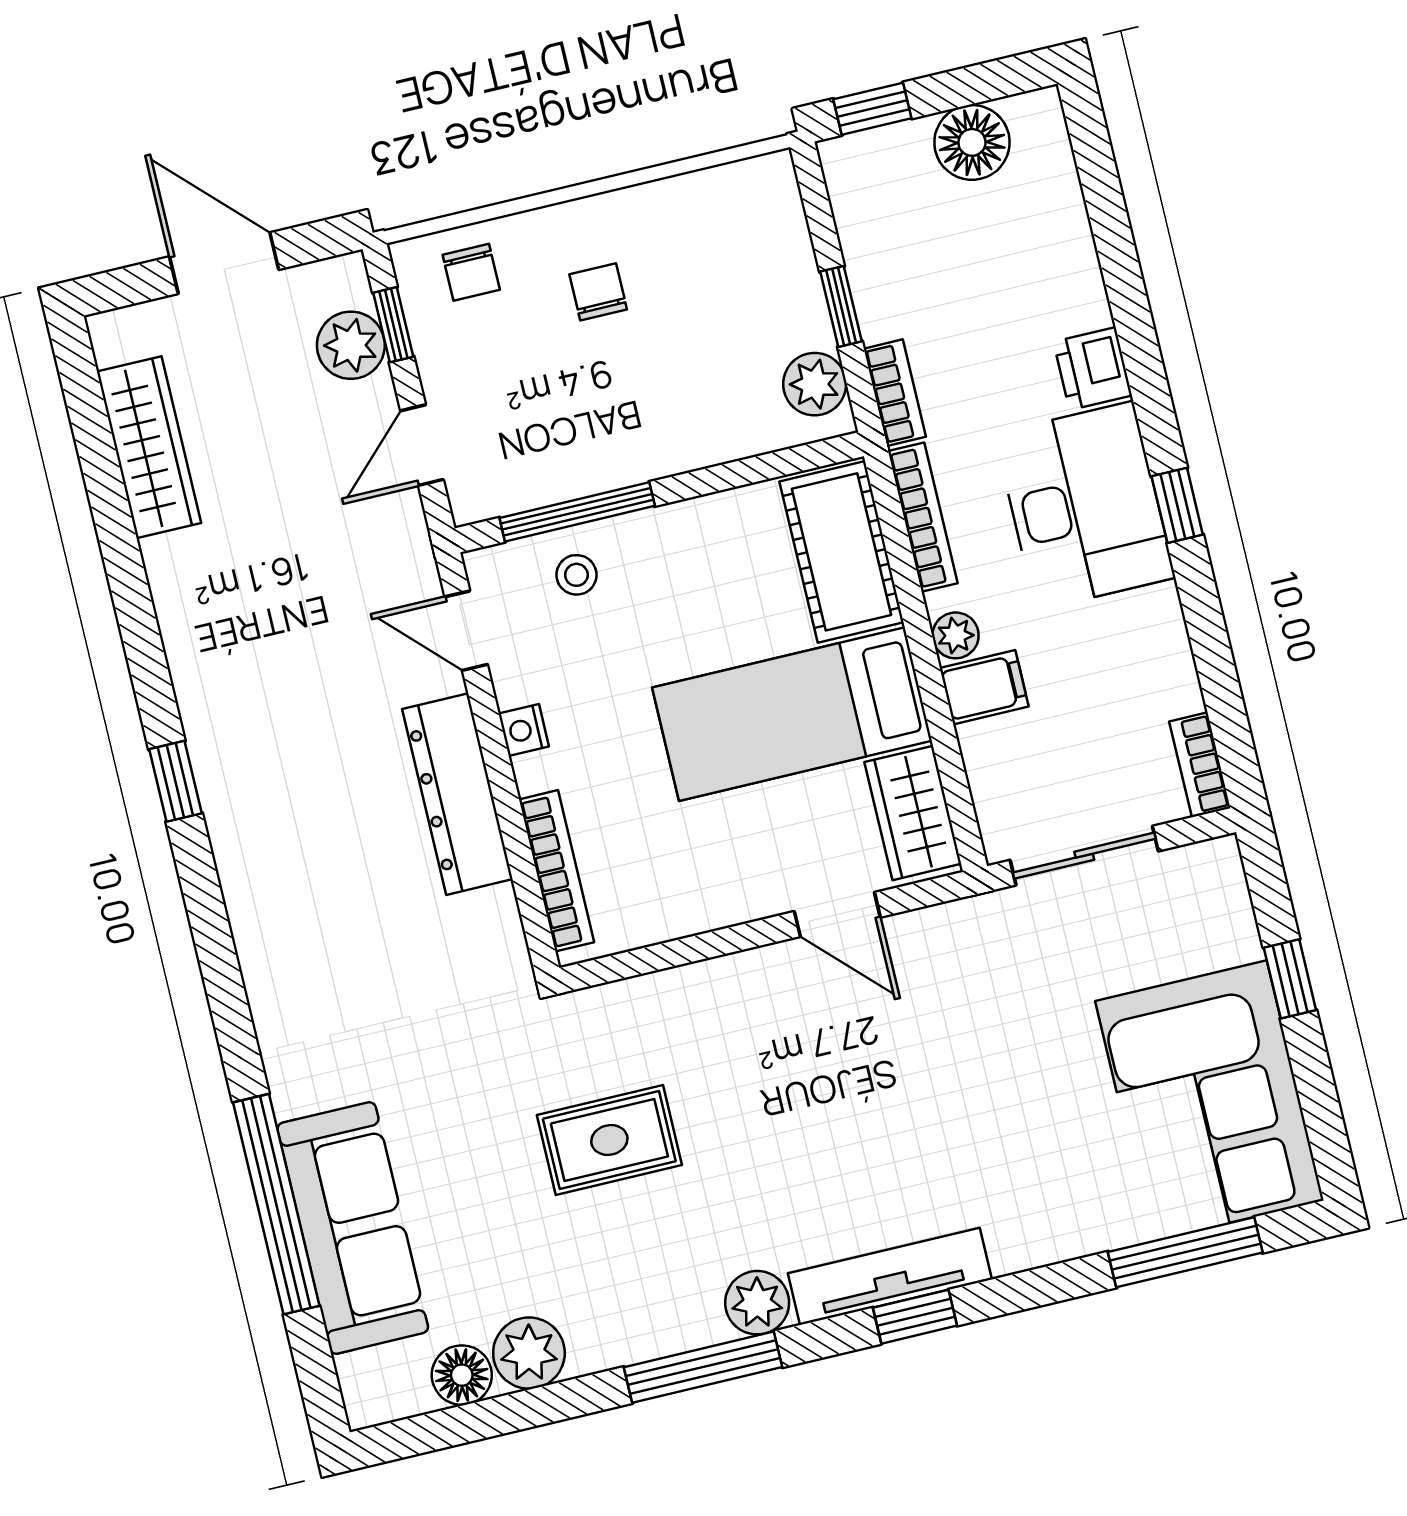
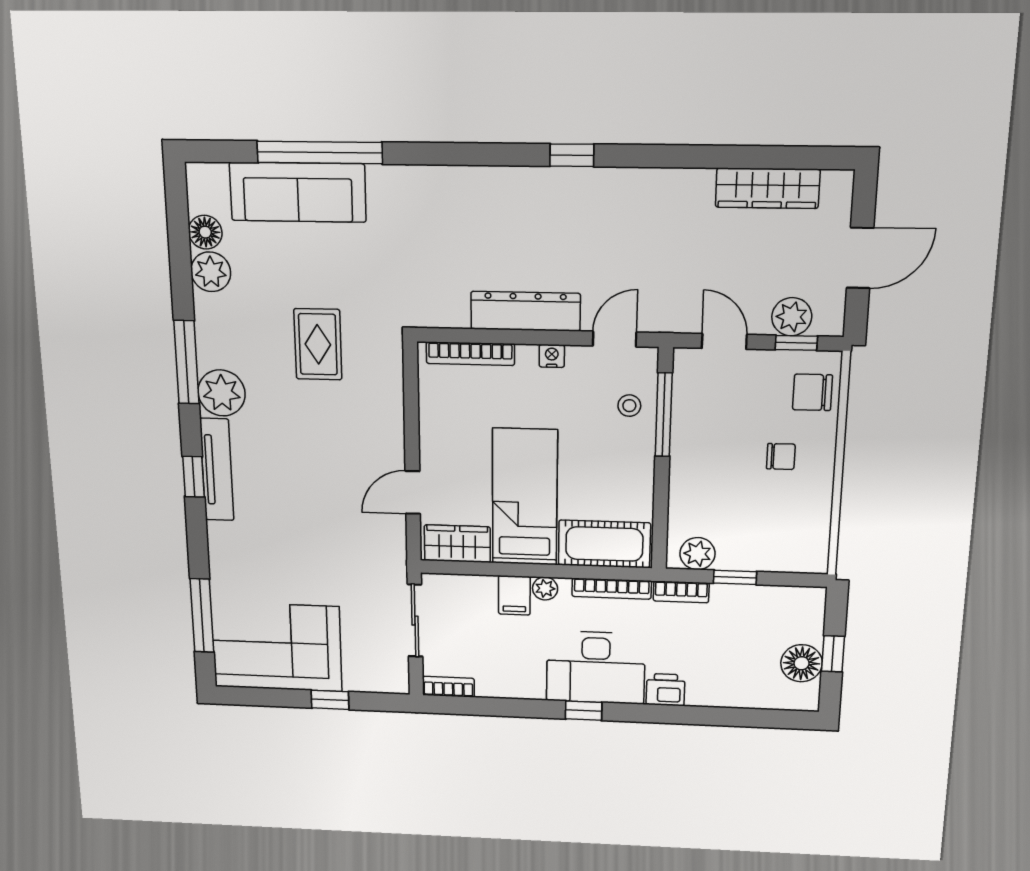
window: (872, 109) -> (833, 654), moved
chair: (471, 272) -> (812, 392), width x1.37, depth x1.37
plant: (757, 1303) -> (222, 393), width x1.36, depth x1.36

